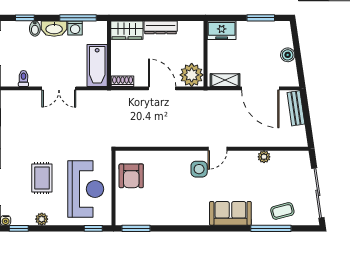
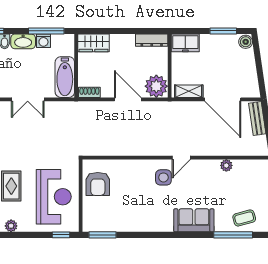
dresser: (161, 27) -> (152, 40), moved
boiler: (288, 55) -> (246, 42), moved

